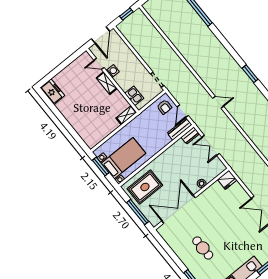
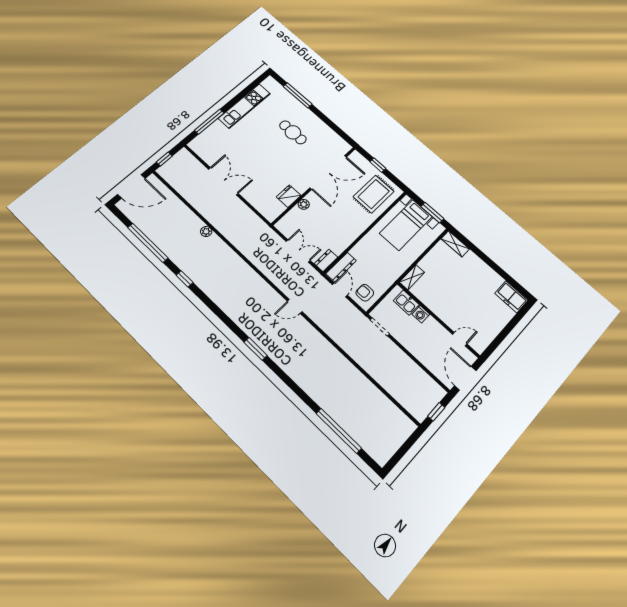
washing machine: (113, 71) -> (421, 314), moved
shelving: (107, 83) -> (455, 244), moved
fridge: (227, 180) -> (289, 196), moved
window: (138, 212) -> (378, 165), width x0.46

